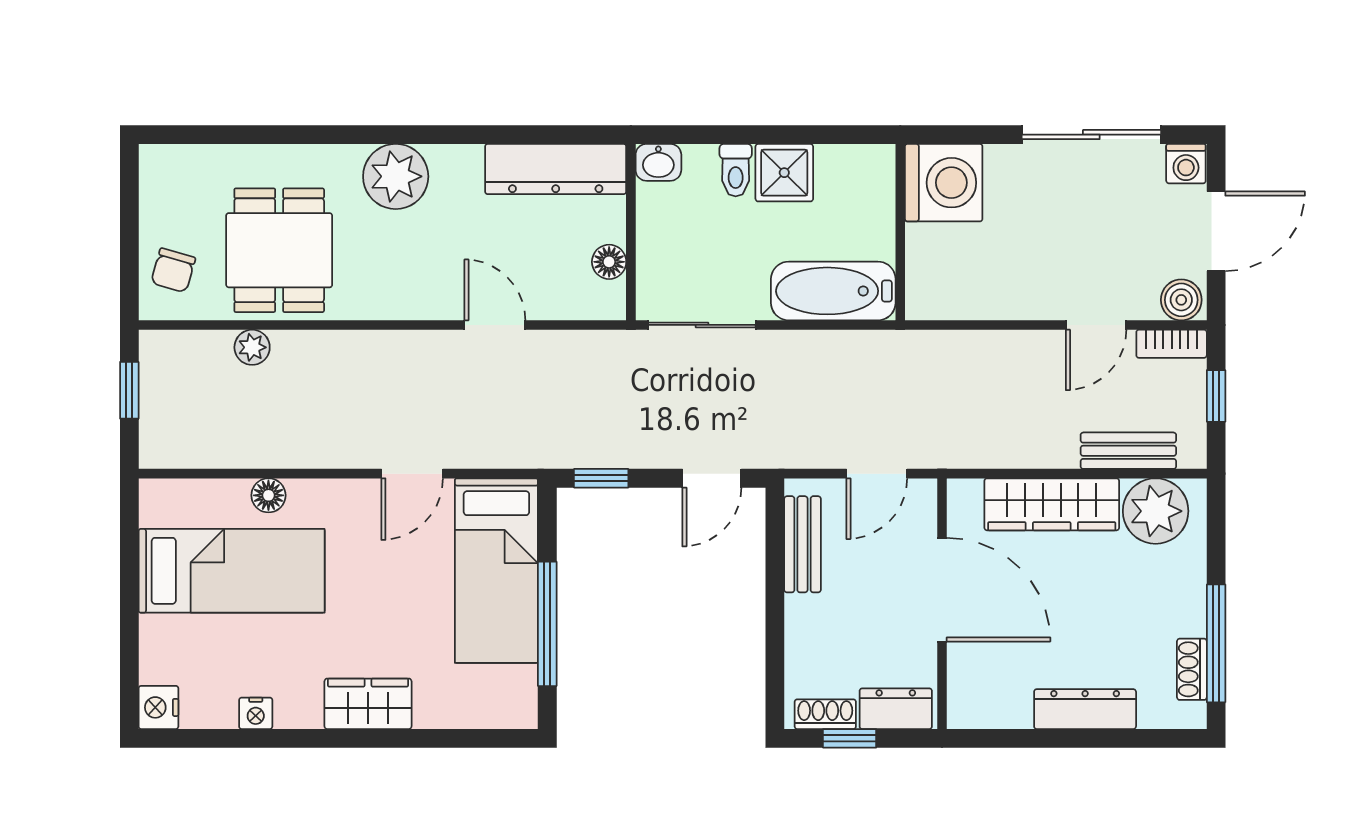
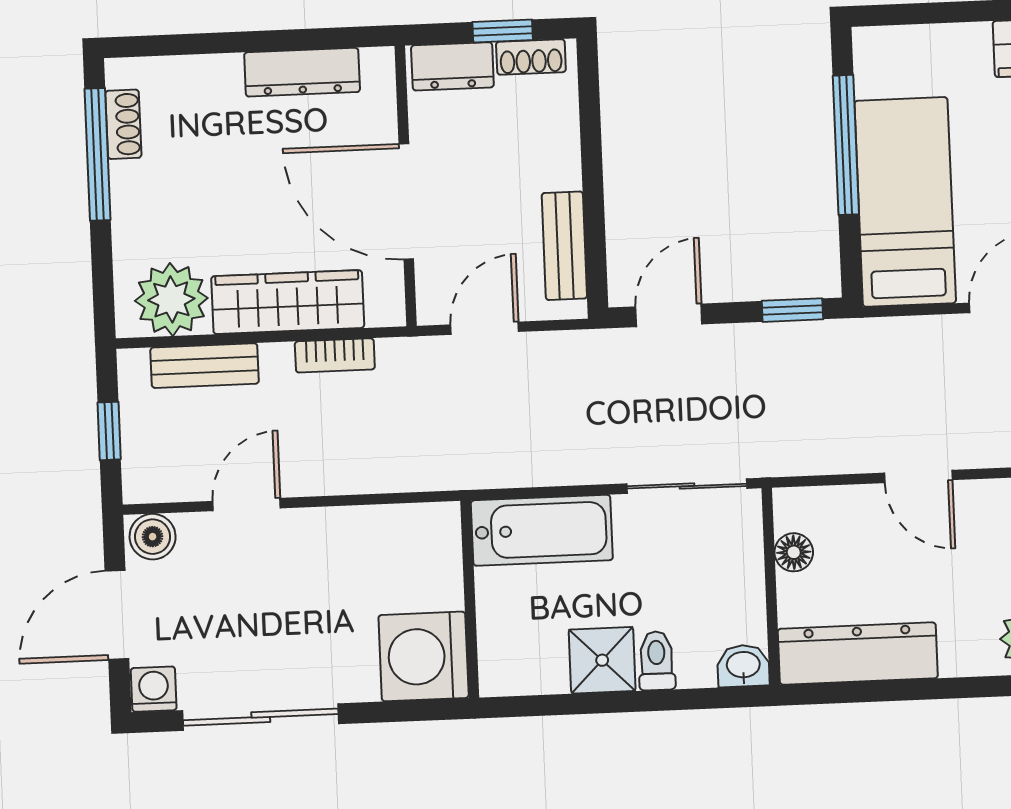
bookcase: (1172, 344) -> (335, 355), moved, turned 180
dresser: (1085, 709) -> (302, 72), moved

